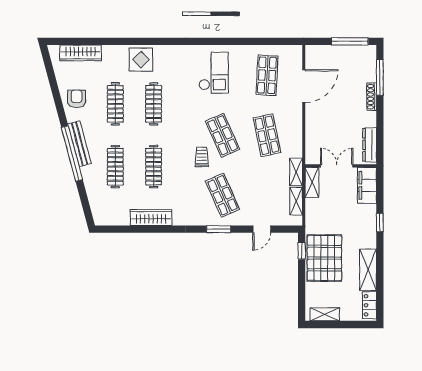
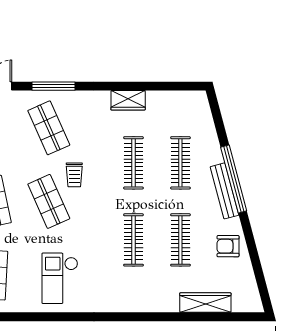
wardrobe: (80, 53) -> (205, 302), moved
display table: (141, 60) -> (149, 294), removed
armchair: (77, 99) -> (228, 246), turned 90
wardrobe: (151, 218) -> (128, 100), width x0.67
window: (219, 229) -> (54, 86), width x1.44

